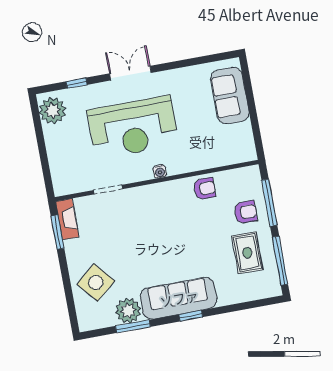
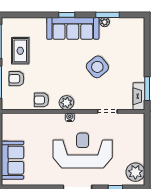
plant: (168, 191) -> (66, 103), added
side table: (96, 283) -> (97, 67), moved
plant: (128, 311) -> (105, 22), width x0.53, depth x0.53

